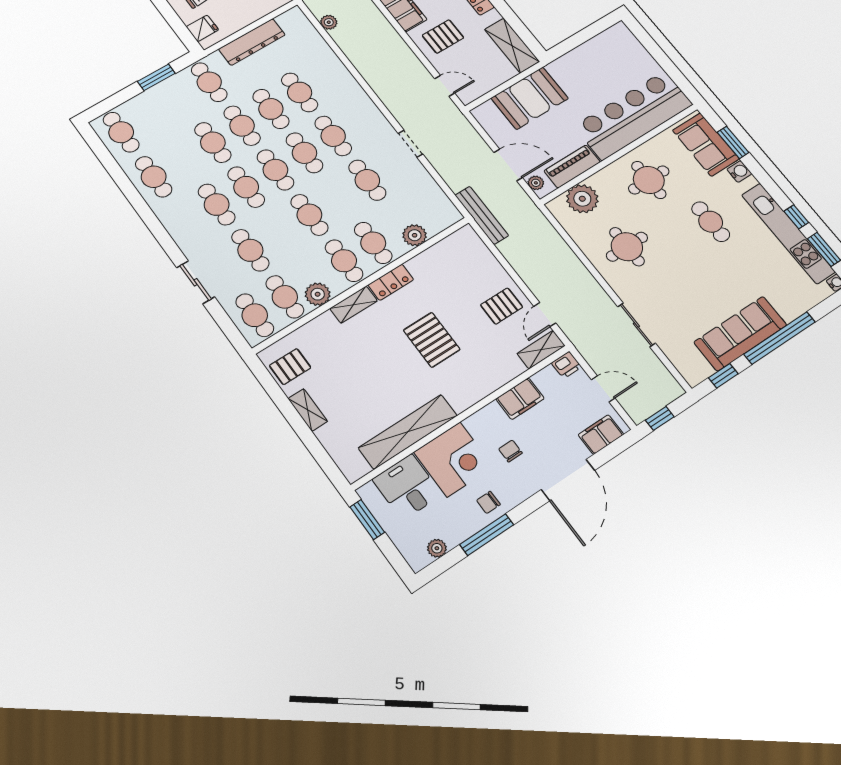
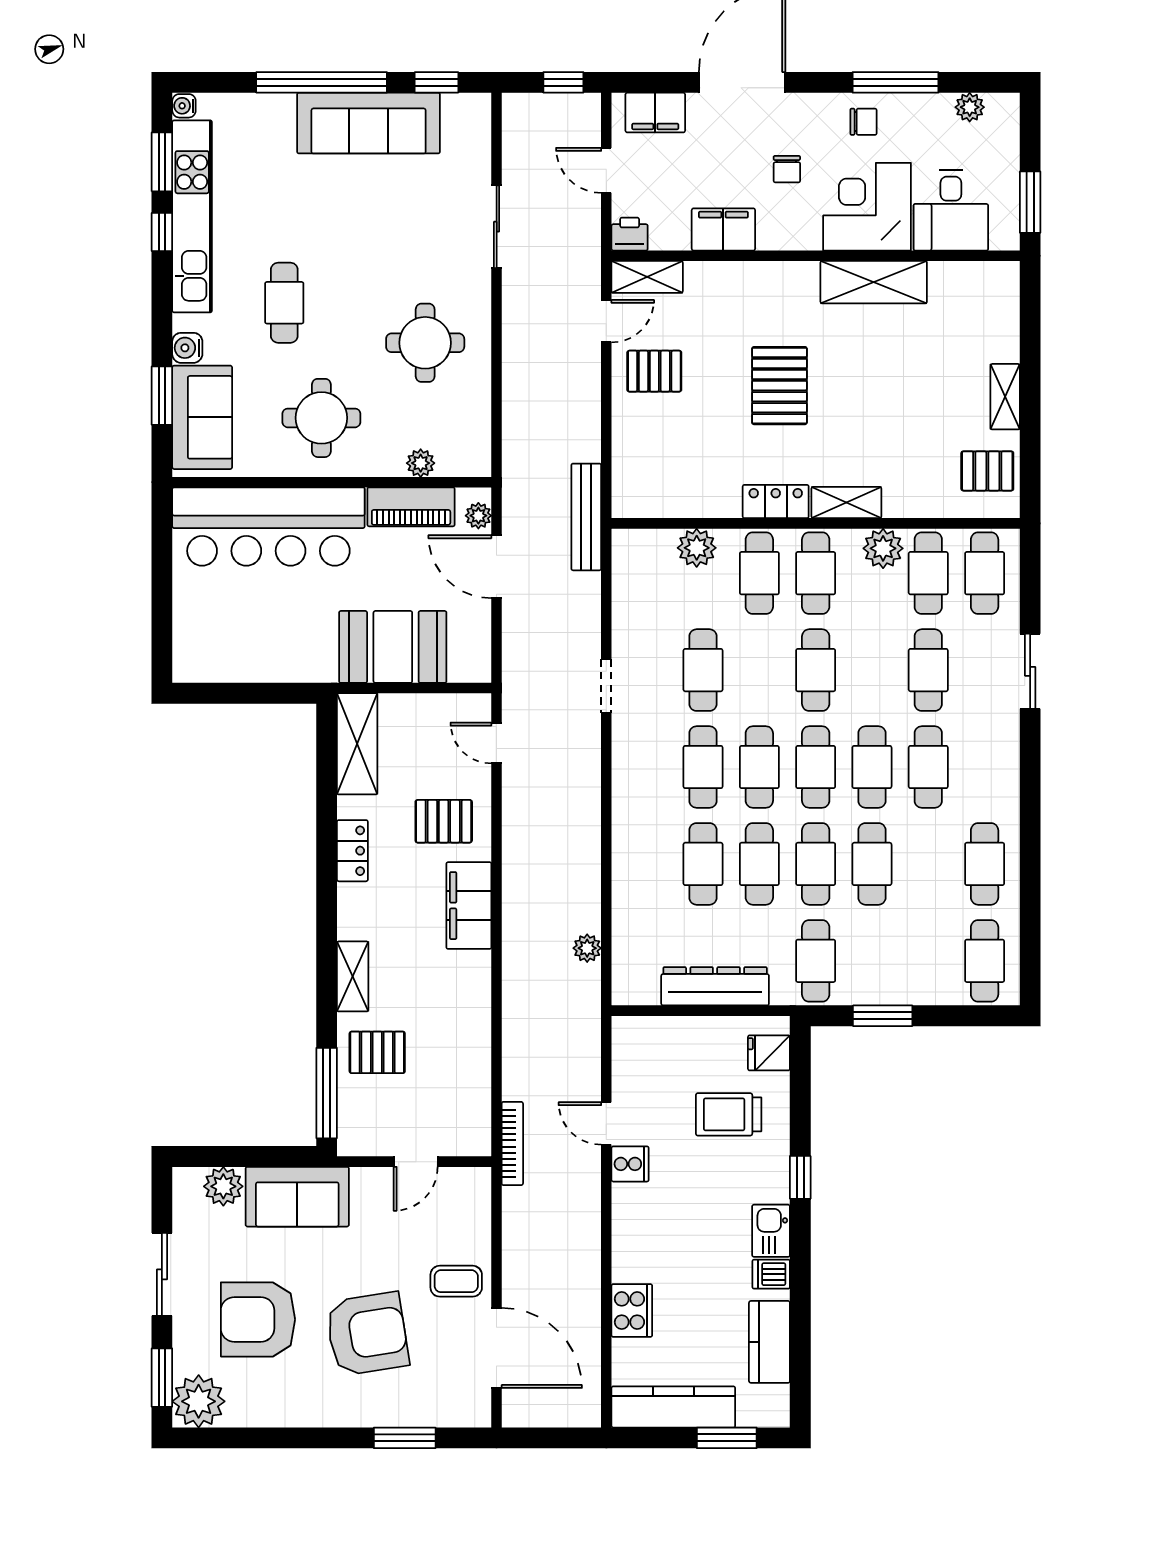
plant: (582, 199) -> (421, 463), width x0.53, depth x0.53
shelving: (408, 432) -> (874, 282), width x0.68

